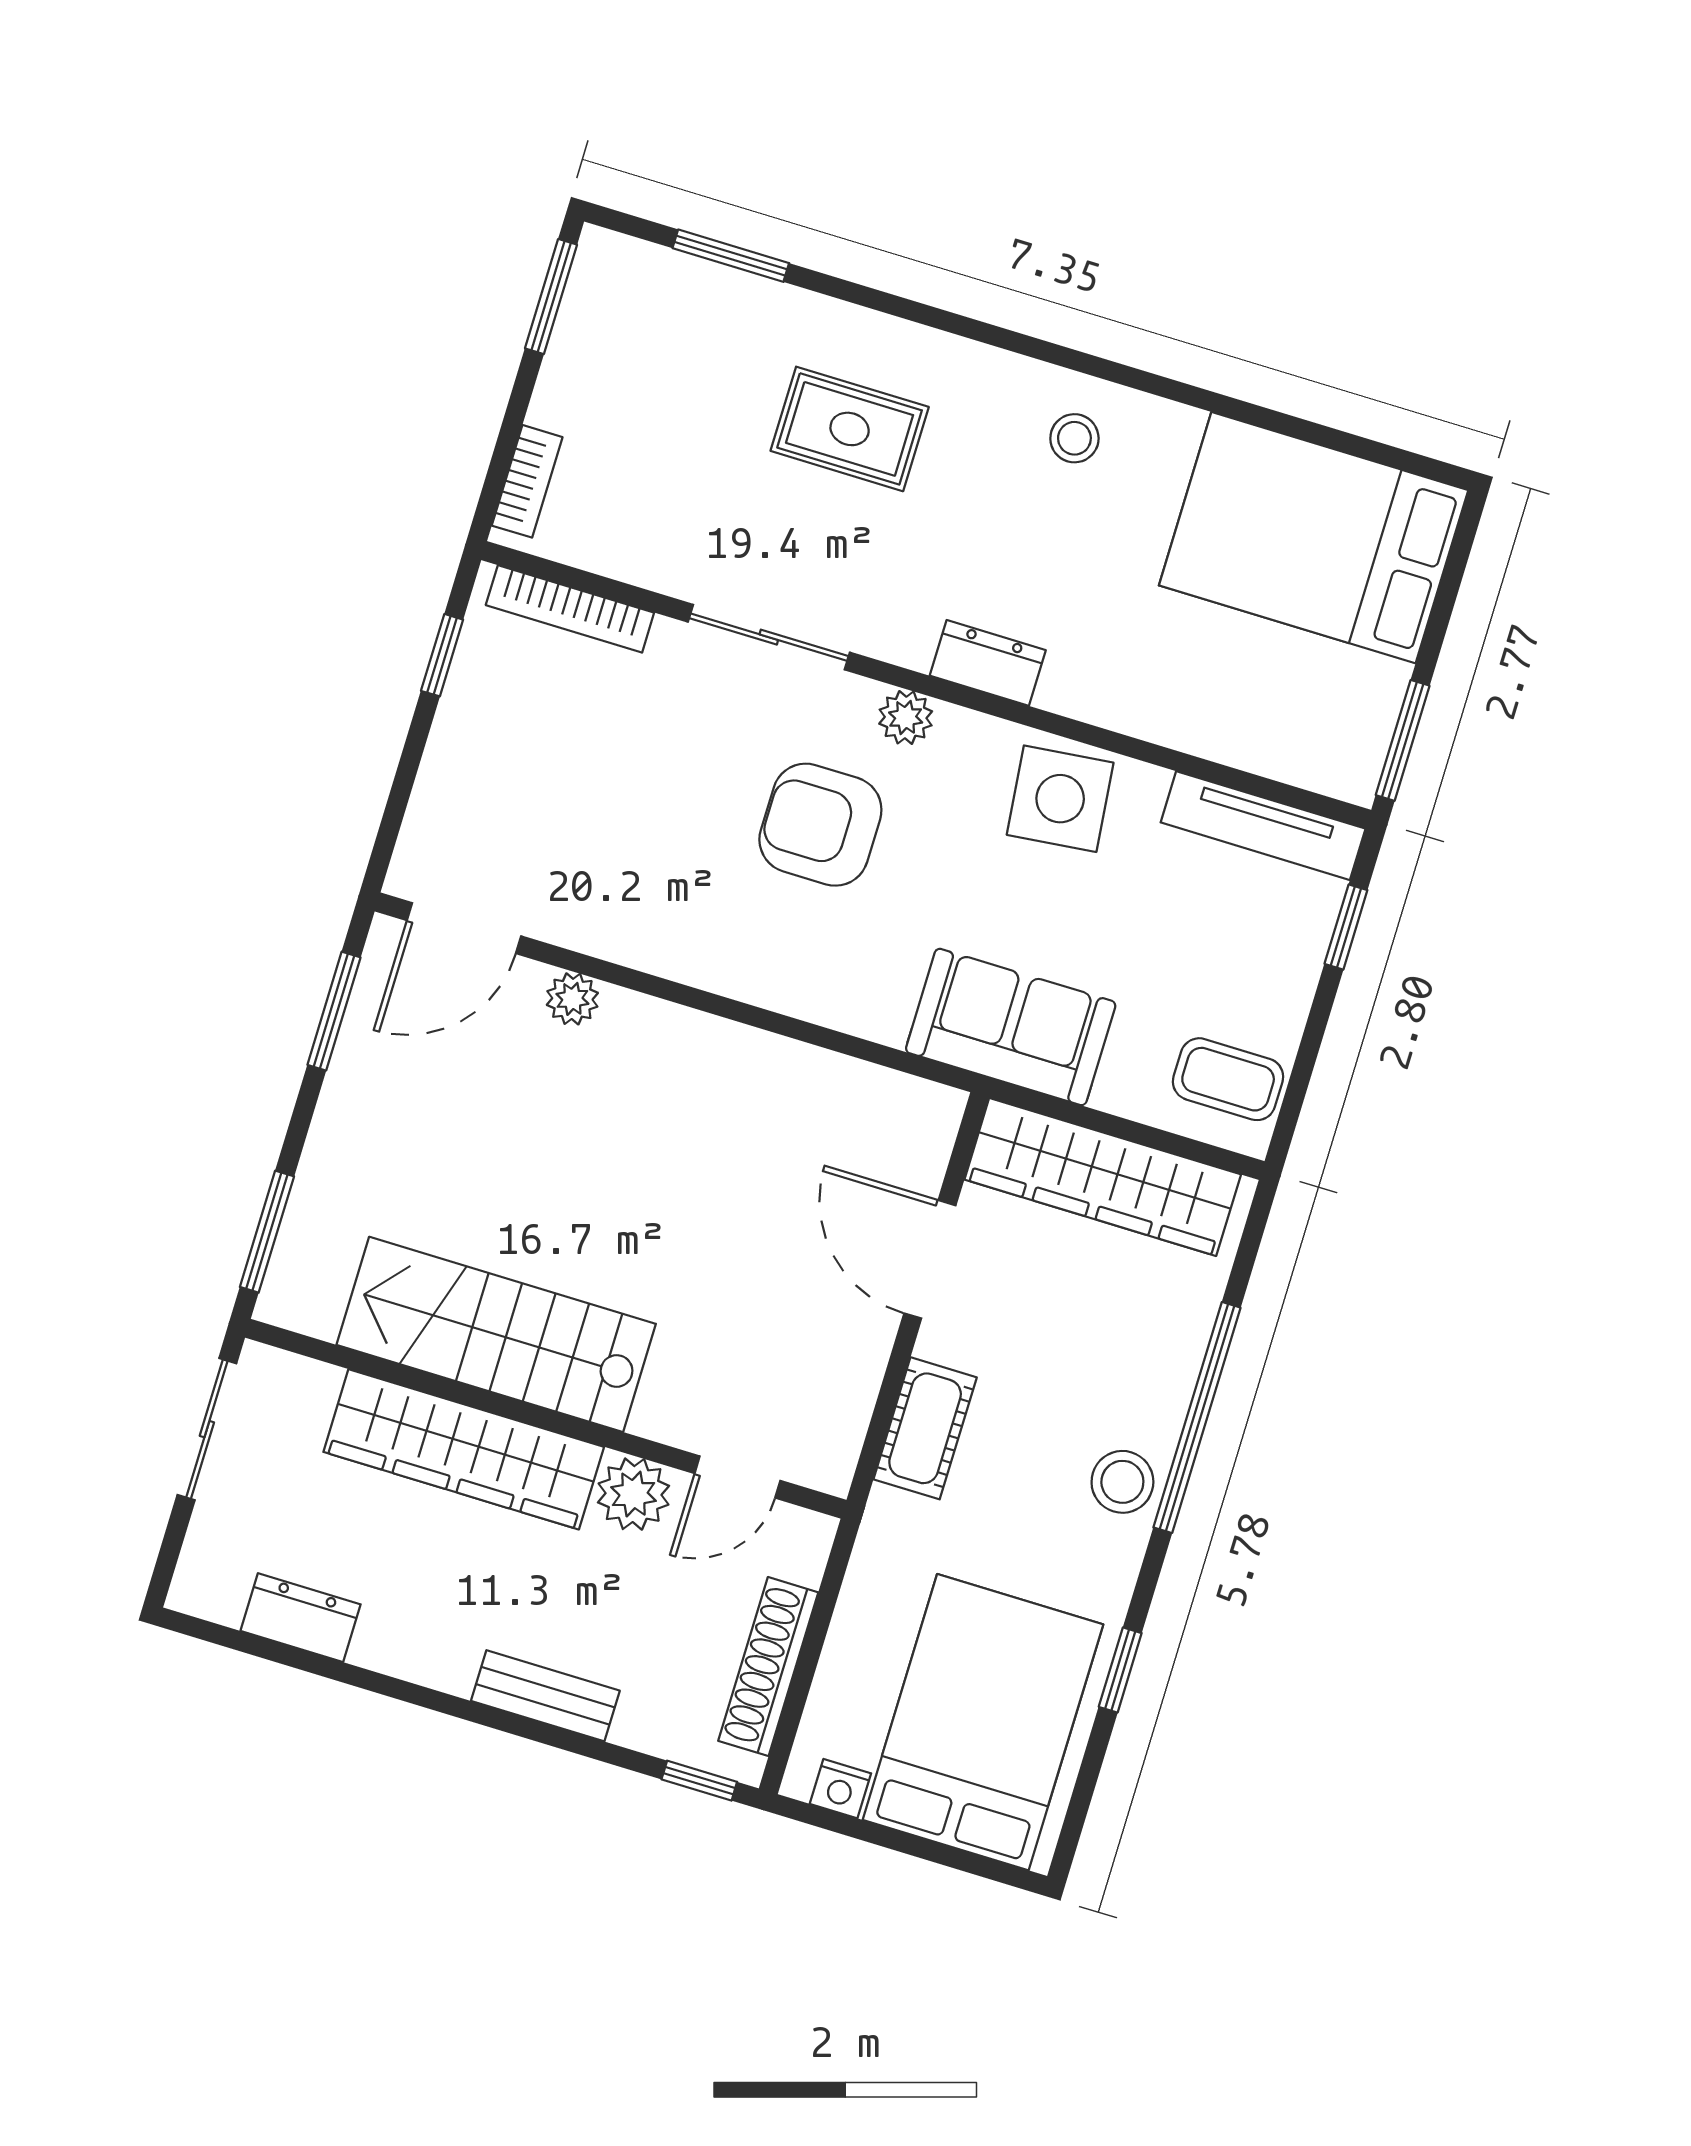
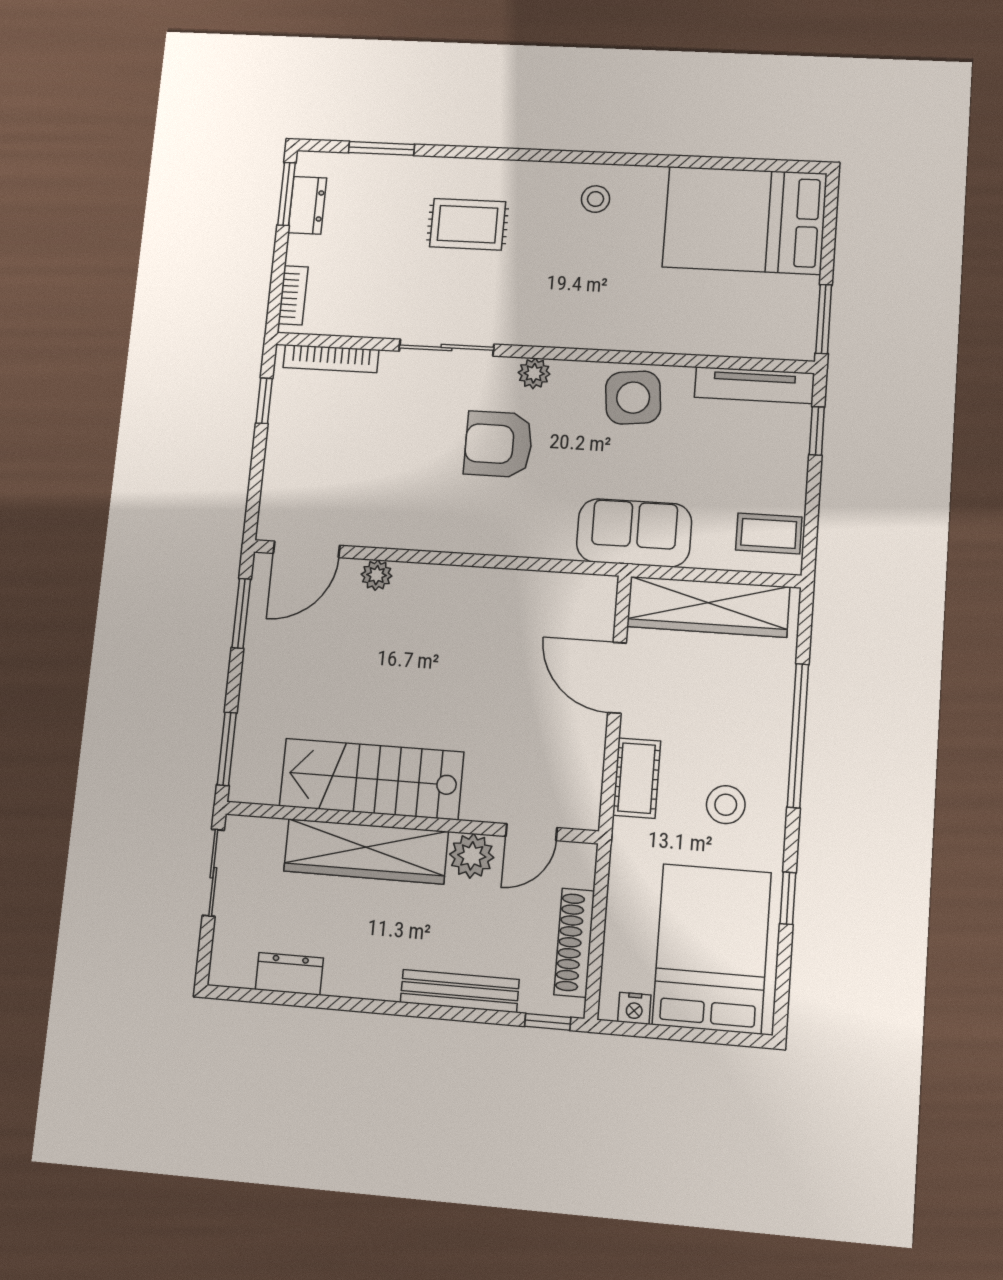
dresser: (988, 663) -> (307, 205), moved, turned 90
stool: (1122, 1482) -> (726, 805), moved
bench: (545, 1696) -> (460, 991), width x1.36

